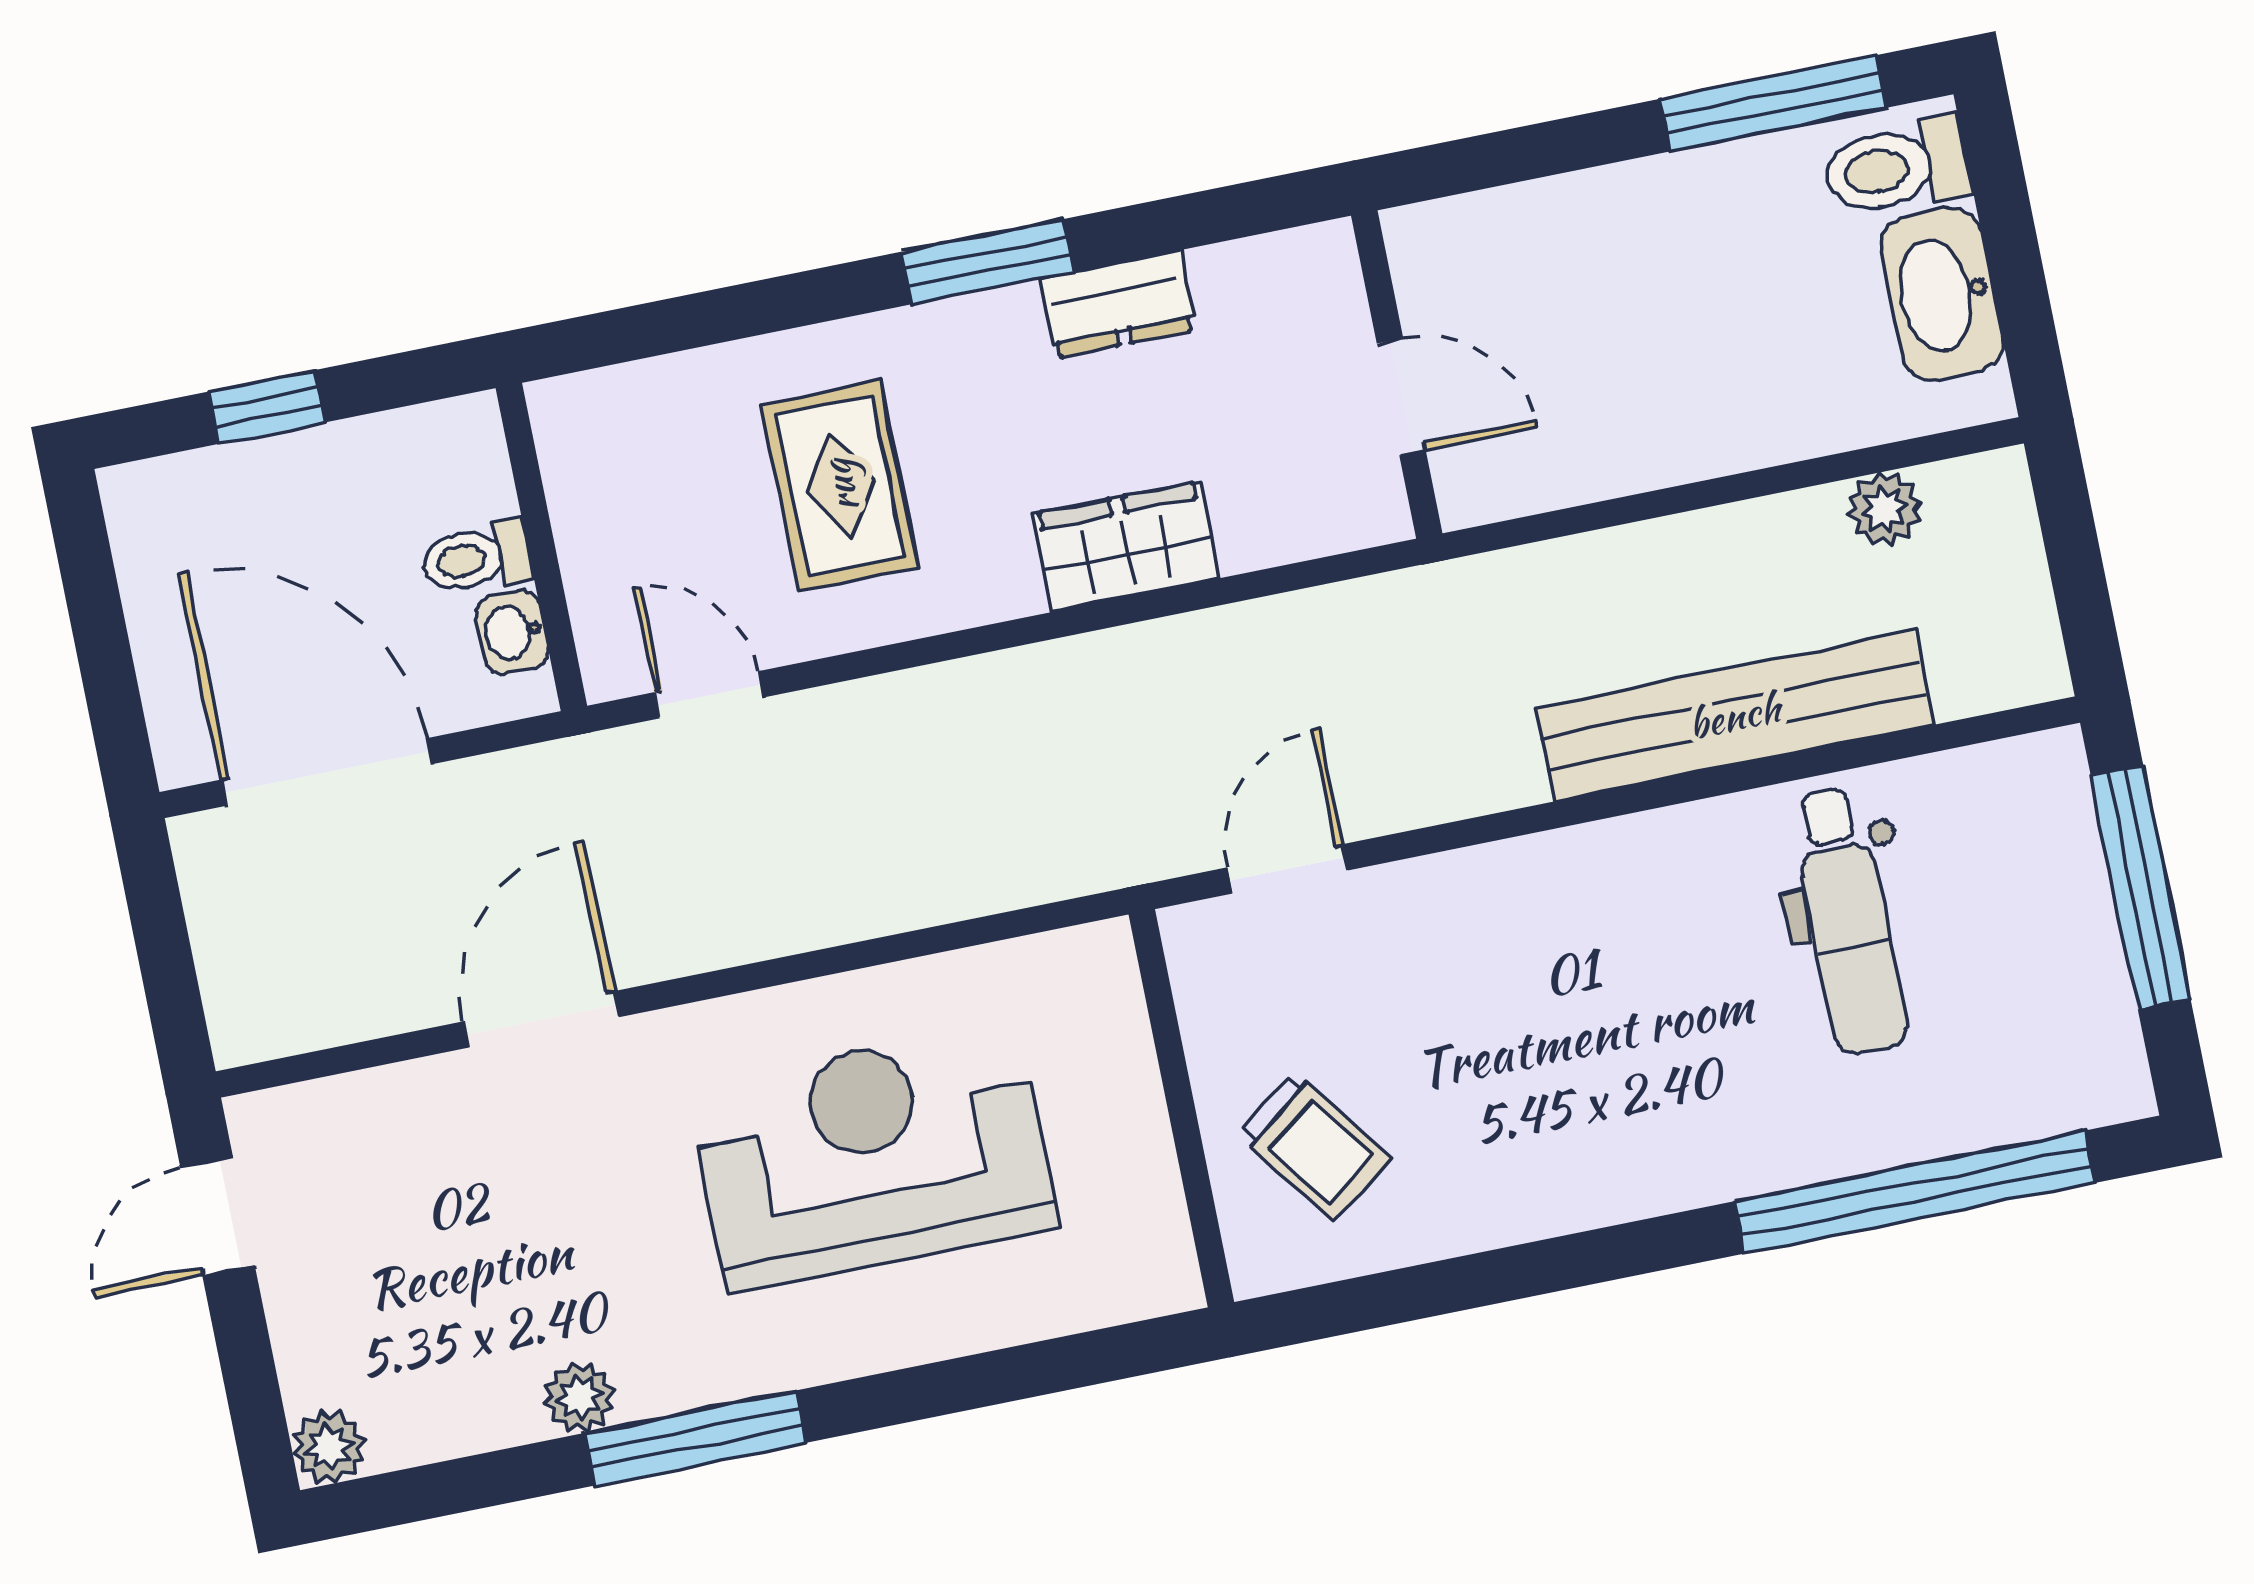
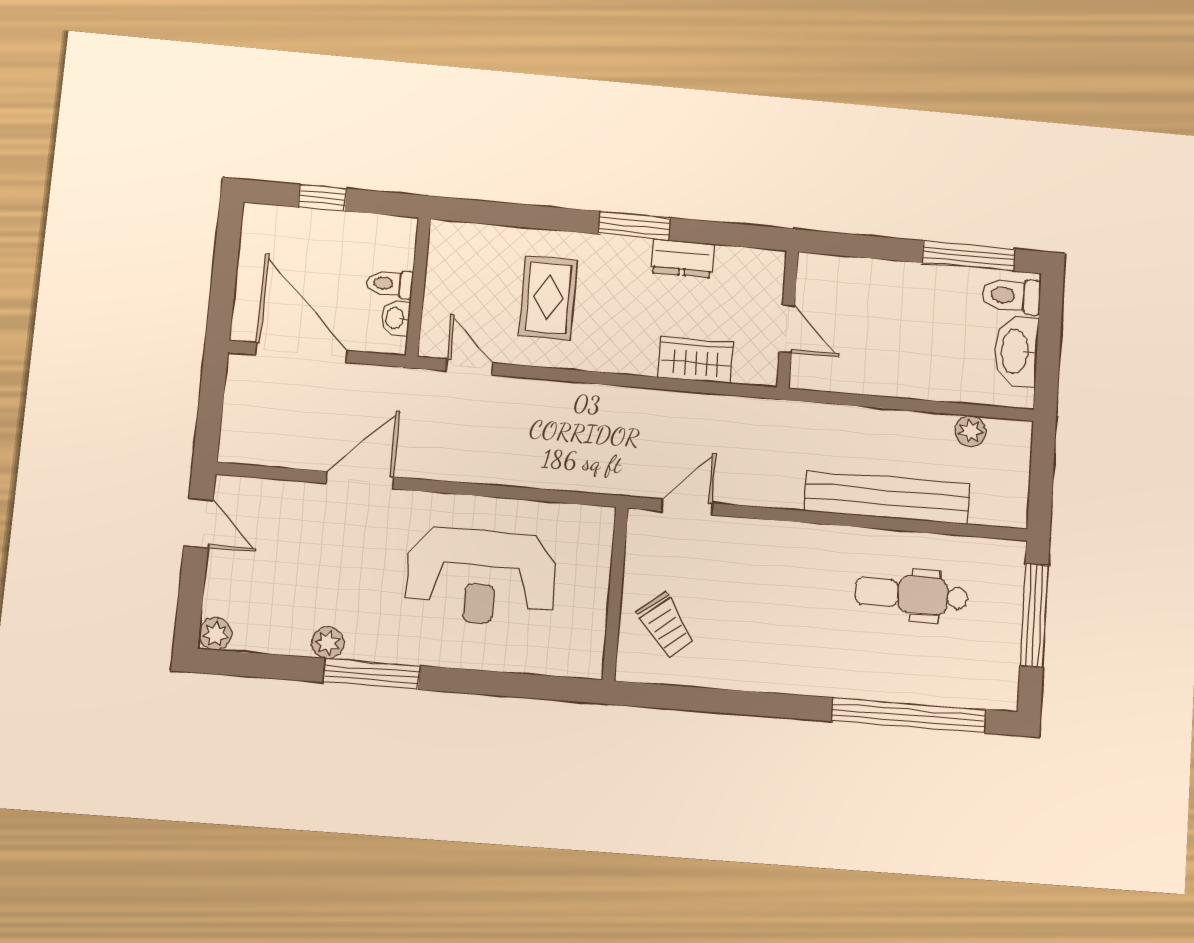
wardrobe: (1126, 547) -> (696, 360), moved
dental chair: (1849, 920) -> (911, 595), turned 90
reception desk: (872, 1156) -> (481, 577), turned 180
door: (218, 1216) -> (198, 523), swing flipped

